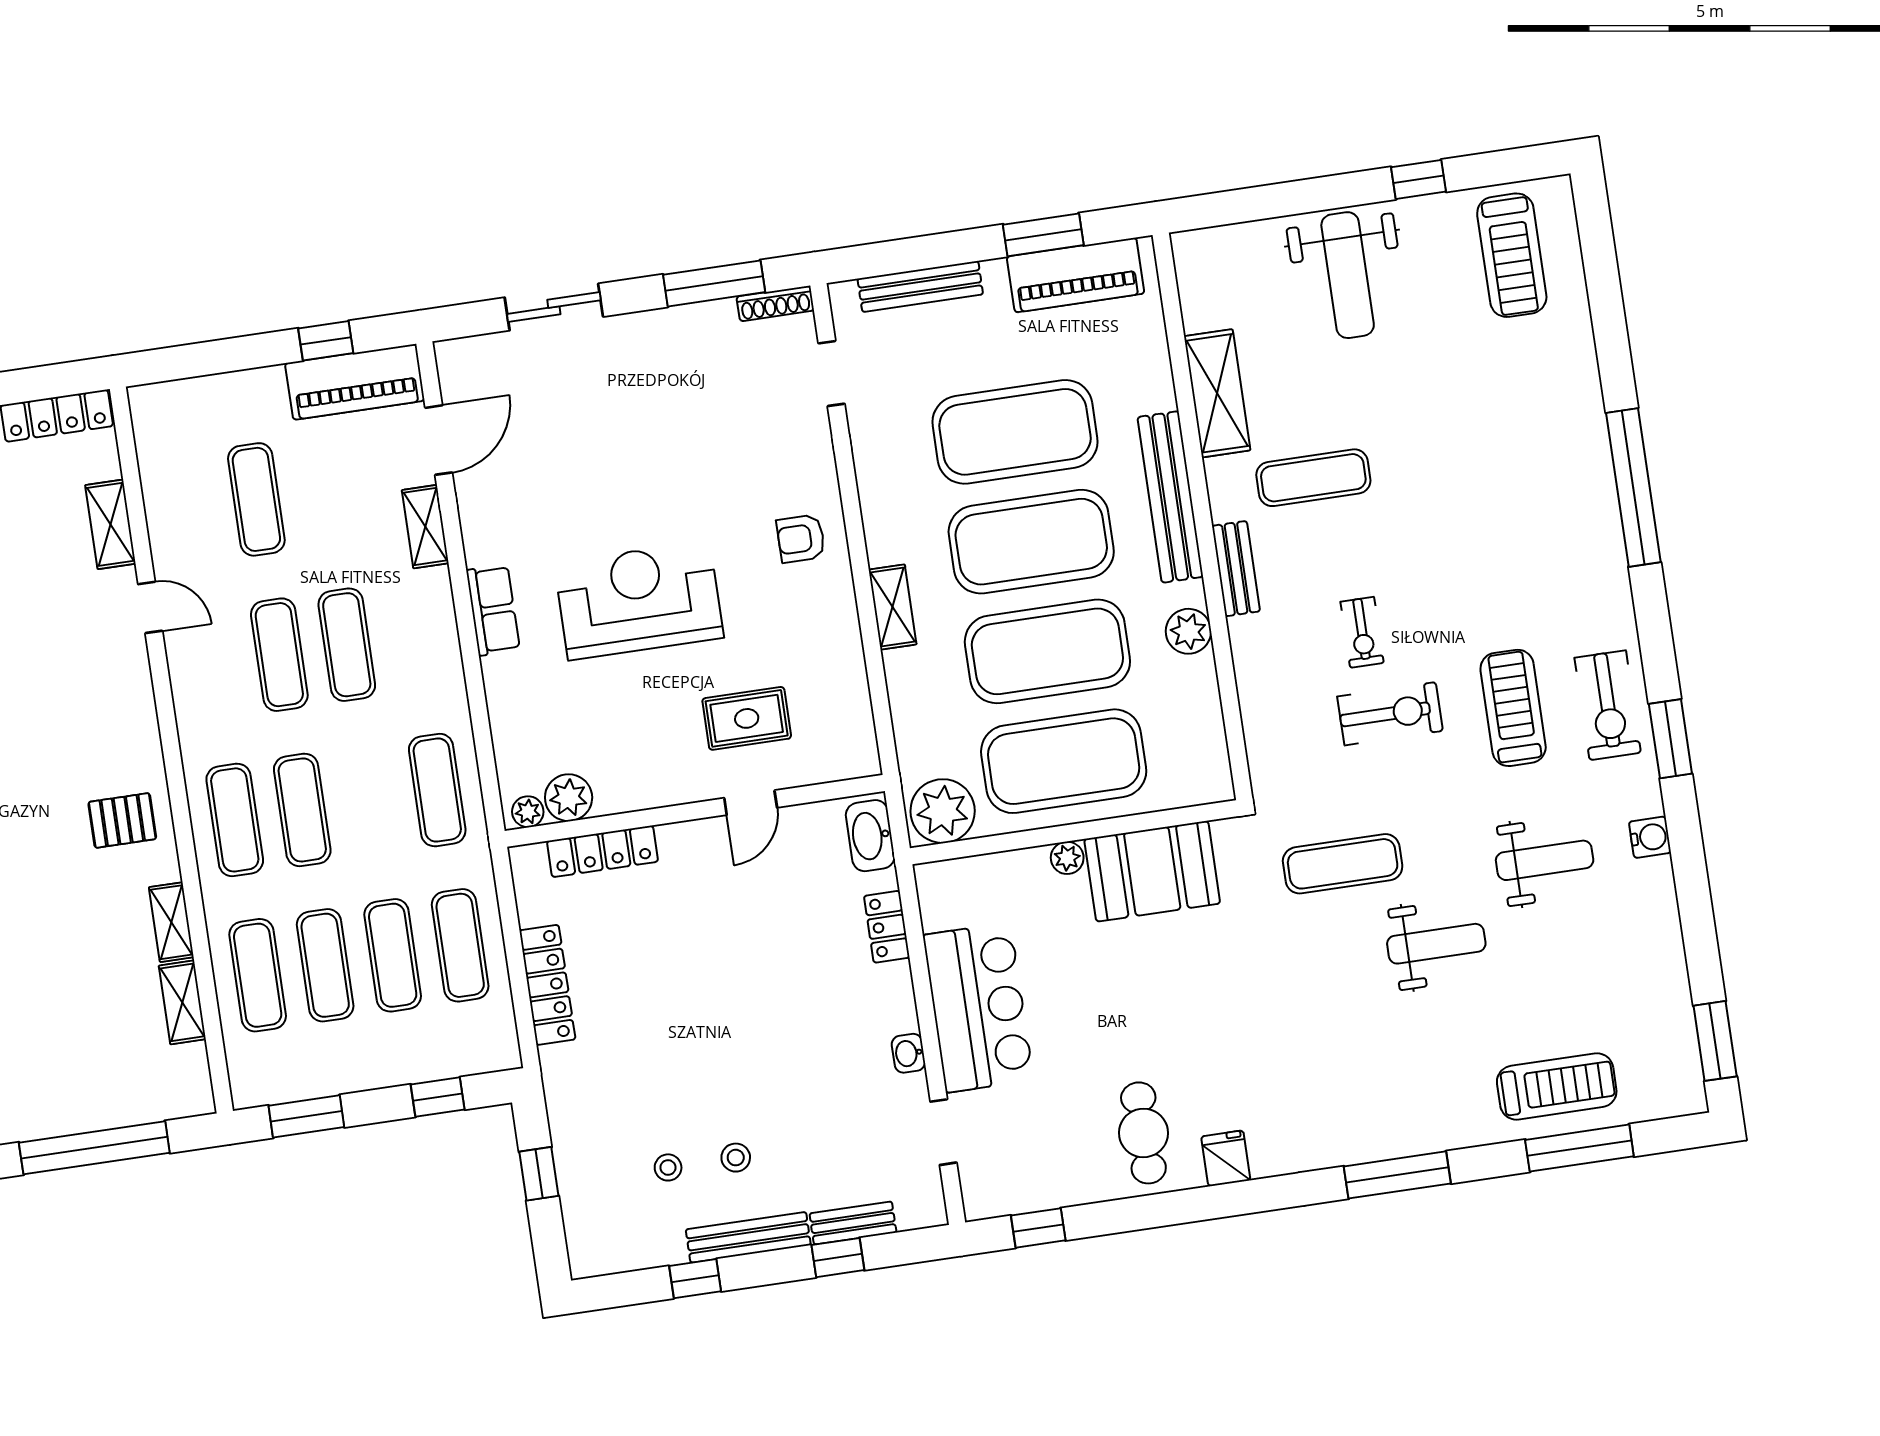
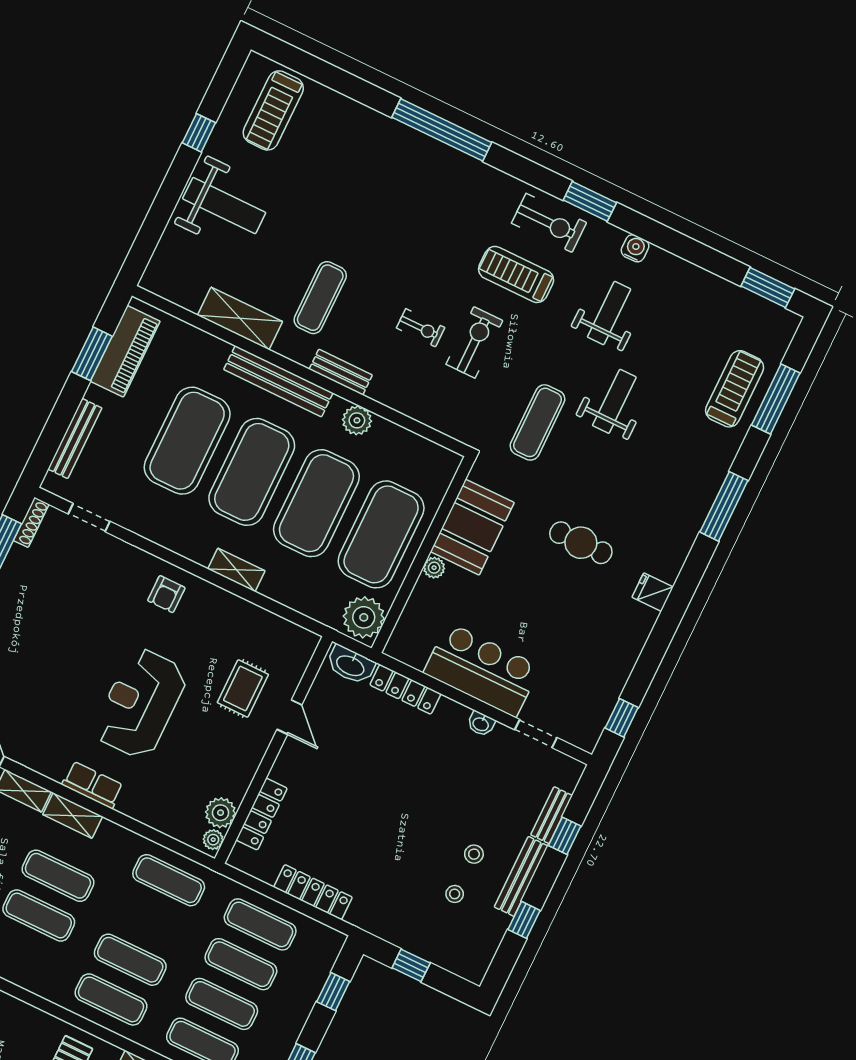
treadmill: (1512, 255) -> (273, 110), turned 90
shelving: (437, 611) -> (73, 815), added
locker: (887, 927) -> (405, 689), width x1.53
cafe table: (1143, 1133) -> (581, 543), moved

